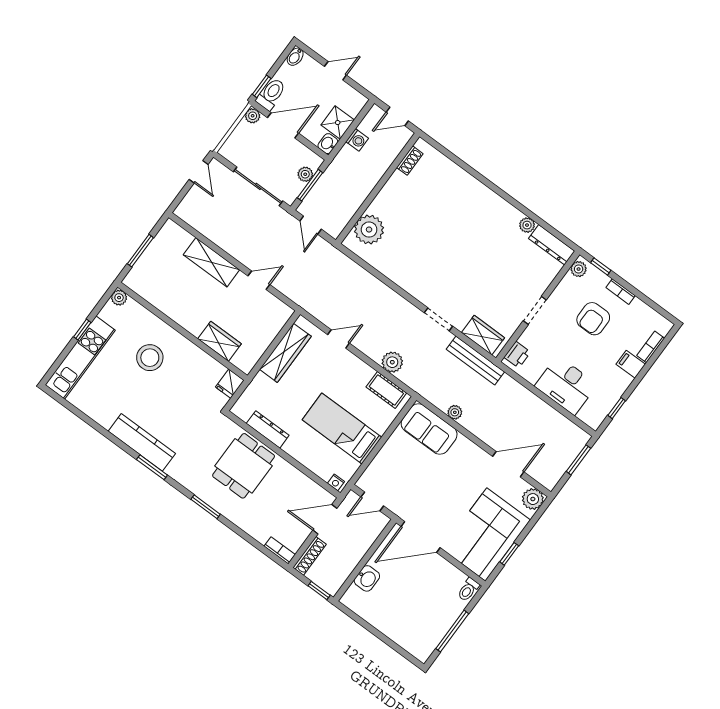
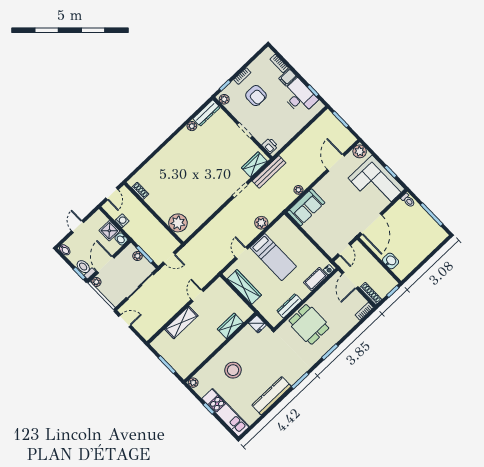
desk: (566, 385) -> (299, 97), moved, turned -90
cot: (386, 390) -> (316, 279), moved
bed: (342, 429) -> (273, 257), moved, turned -90
kitchen counter: (142, 442) -> (272, 396), moved

